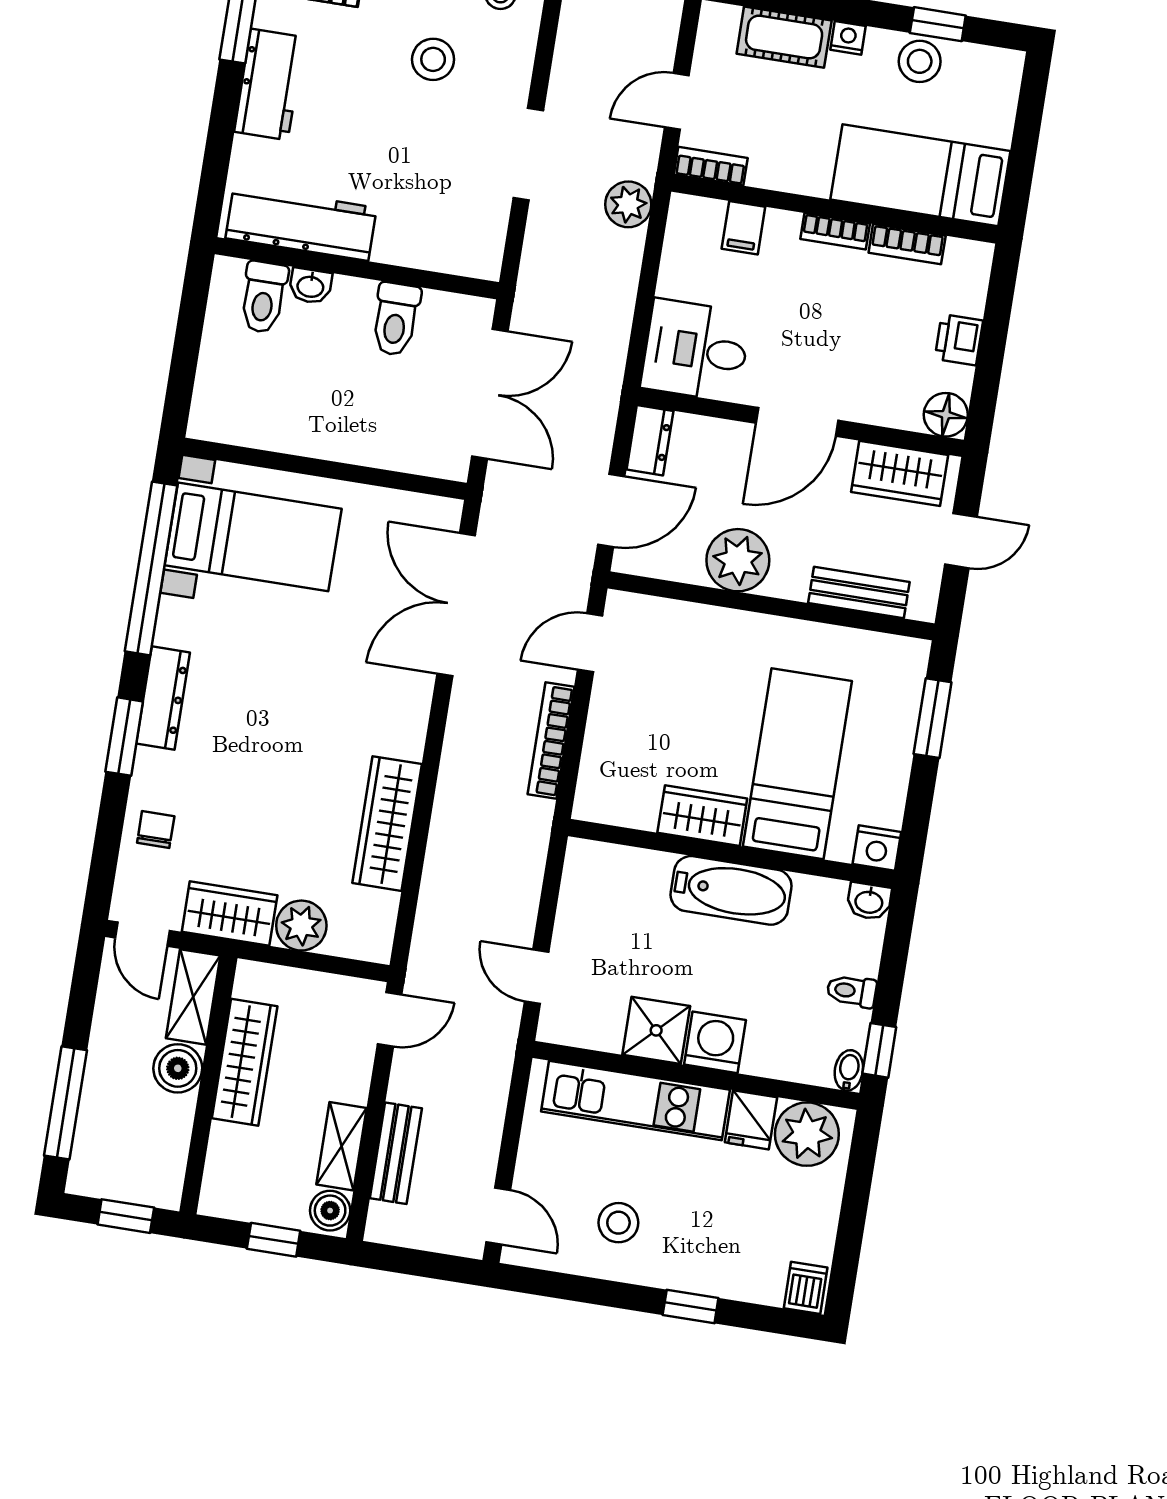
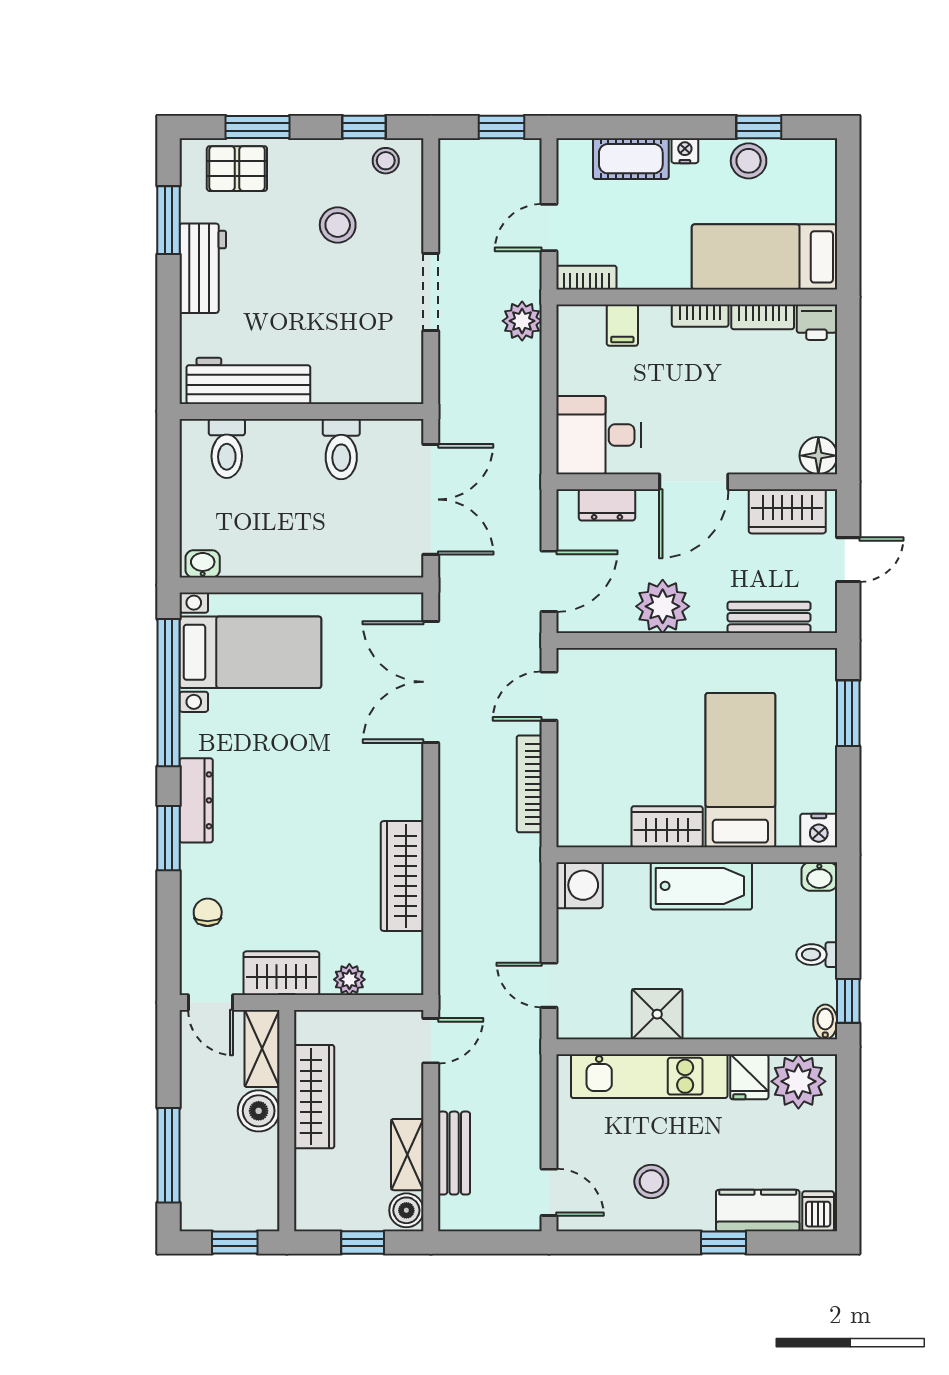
washbasin: (310, 286) -> (203, 564), moved, turned 180
printer: (959, 340) -> (816, 322), moved, turned -90
dresser: (650, 440) -> (607, 505), moved, turned 90
plant: (301, 926) -> (349, 980), width x0.73, depth x0.73
washing machine: (715, 1042) -> (579, 885), moved, turned 90
kitchen counter: (736, 1276) -> (758, 1211), added

